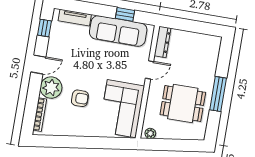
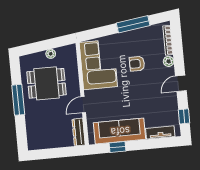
plant: (51, 88) -> (169, 61), width x0.53, depth x0.53
plant: (150, 133) -> (51, 54), moved
window: (73, 142) -> (133, 24), added

